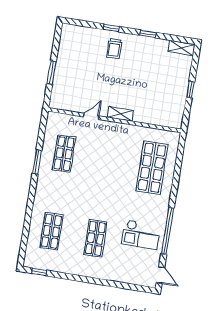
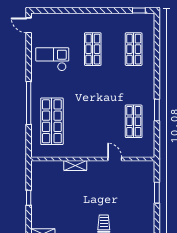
shelving: (121, 114) -> (75, 165), moved
door: (91, 116) -> (115, 159), swing flipped
window: (168, 231) -> (29, 103), moved

